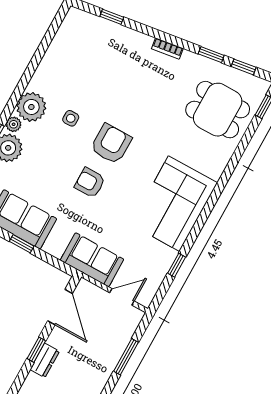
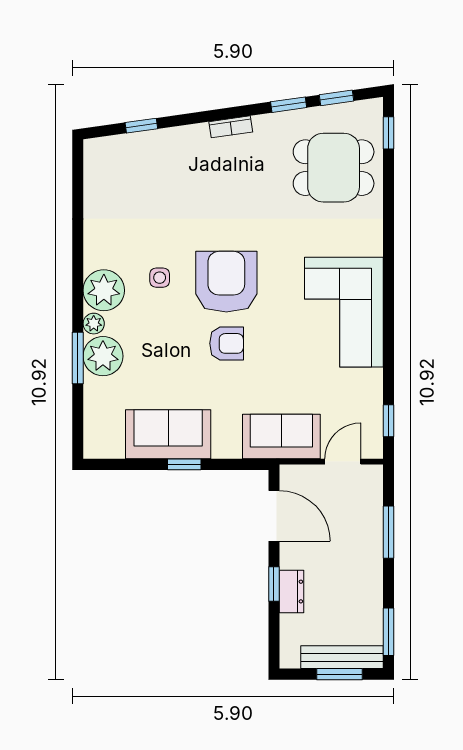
armchair: (111, 144) -> (226, 282), width x1.36, depth x1.36
armchair: (90, 183) -> (227, 343), turned 180
window: (177, 265) -> (388, 421), moved

